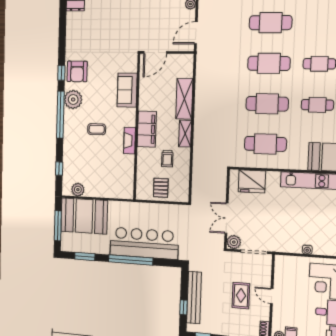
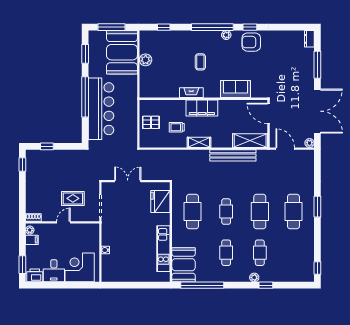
plant: (73, 99) -> (226, 35), width x0.53, depth x0.53
shelving: (184, 99) -> (250, 141), moved
cafe table: (267, 104) -> (226, 212), width x0.73, depth x0.74
plant: (78, 190) -> (146, 60), moved
plant: (234, 242) -> (108, 188), removed
rug: (241, 296) -> (73, 198), moved
bench: (194, 298) -> (233, 155), moved

